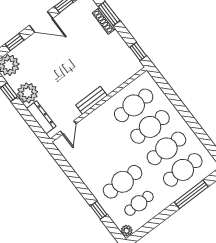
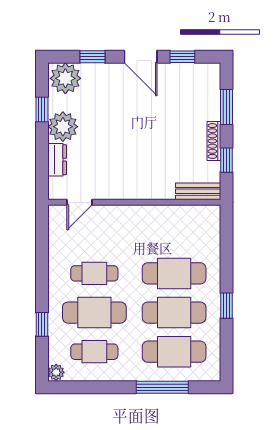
shoe rack: (104, 21) -> (214, 141), moved
window: (138, 52) -> (226, 160), moved
bench: (91, 100) -> (198, 191), moved
cafe table: (134, 105) -> (94, 273), moved, width x0.73, depth x0.74
dresser: (41, 117) -> (57, 160), width x0.70
window: (192, 123) -> (226, 306), added

